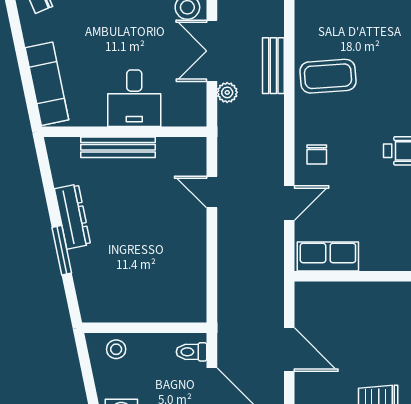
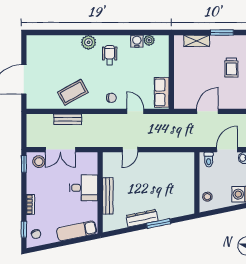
coffee table: (328, 76) -> (73, 92), turned 65
plant: (227, 92) -> (81, 142), removed

